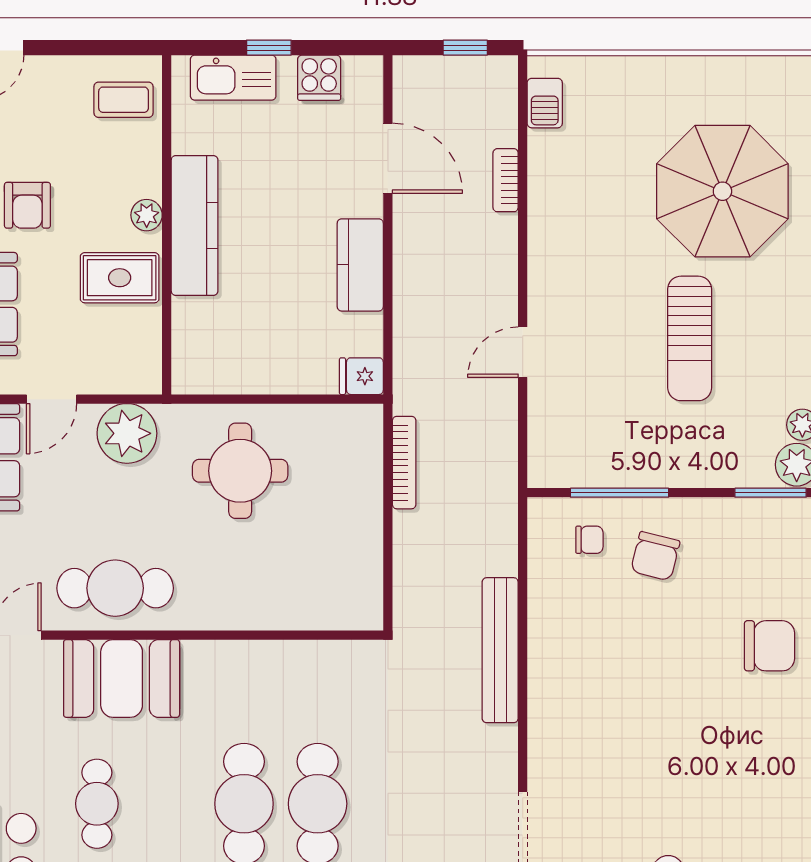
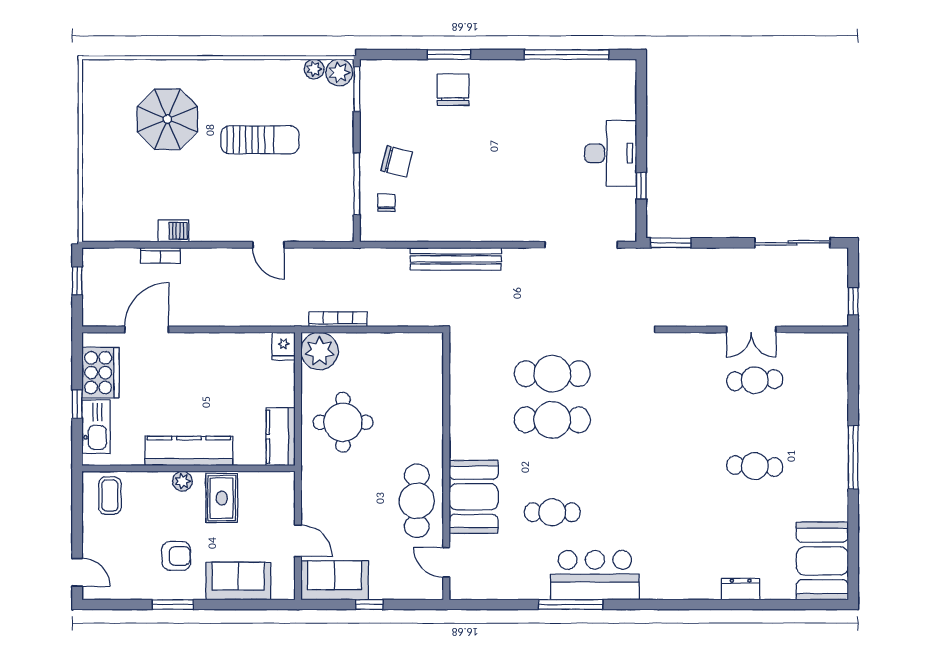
cooker: (319, 78) -> (100, 373), width x1.87, depth x1.31
barbecue: (545, 103) -> (173, 231), moved
parasol: (722, 191) -> (167, 119), width x0.73, depth x0.73
kitchen counter: (360, 265) -> (281, 437), moved, turned 90
plant: (127, 433) -> (320, 351), moved

